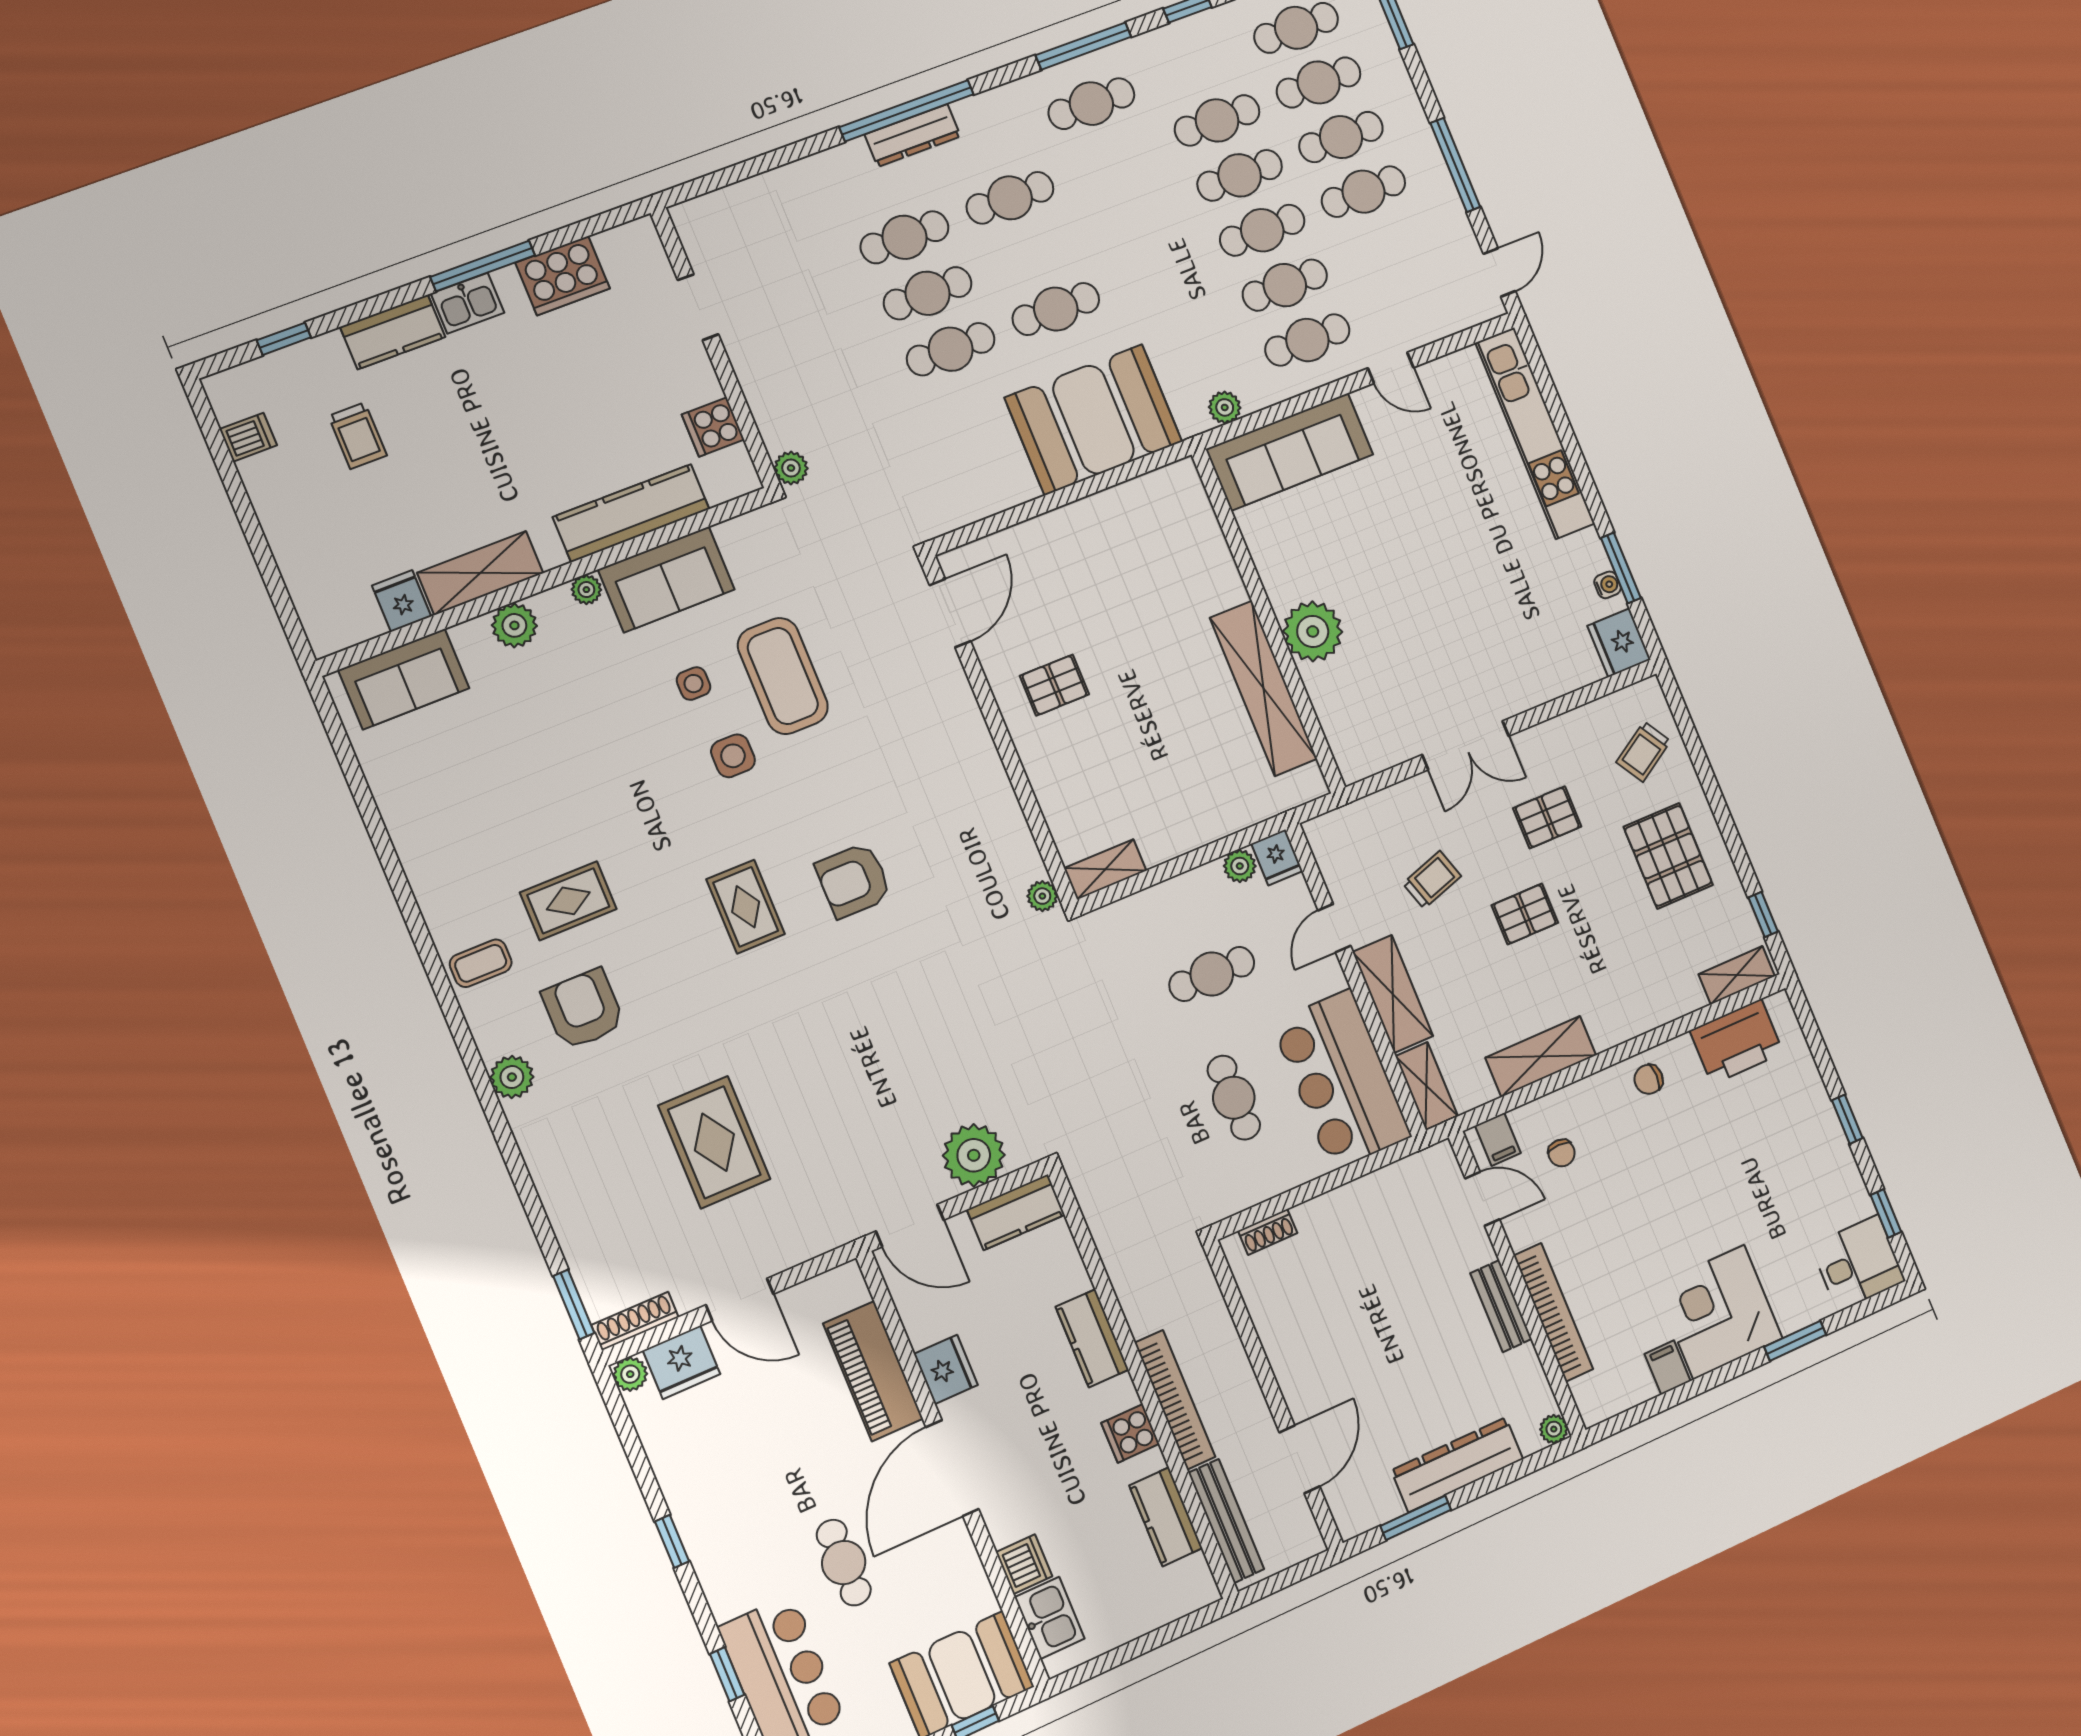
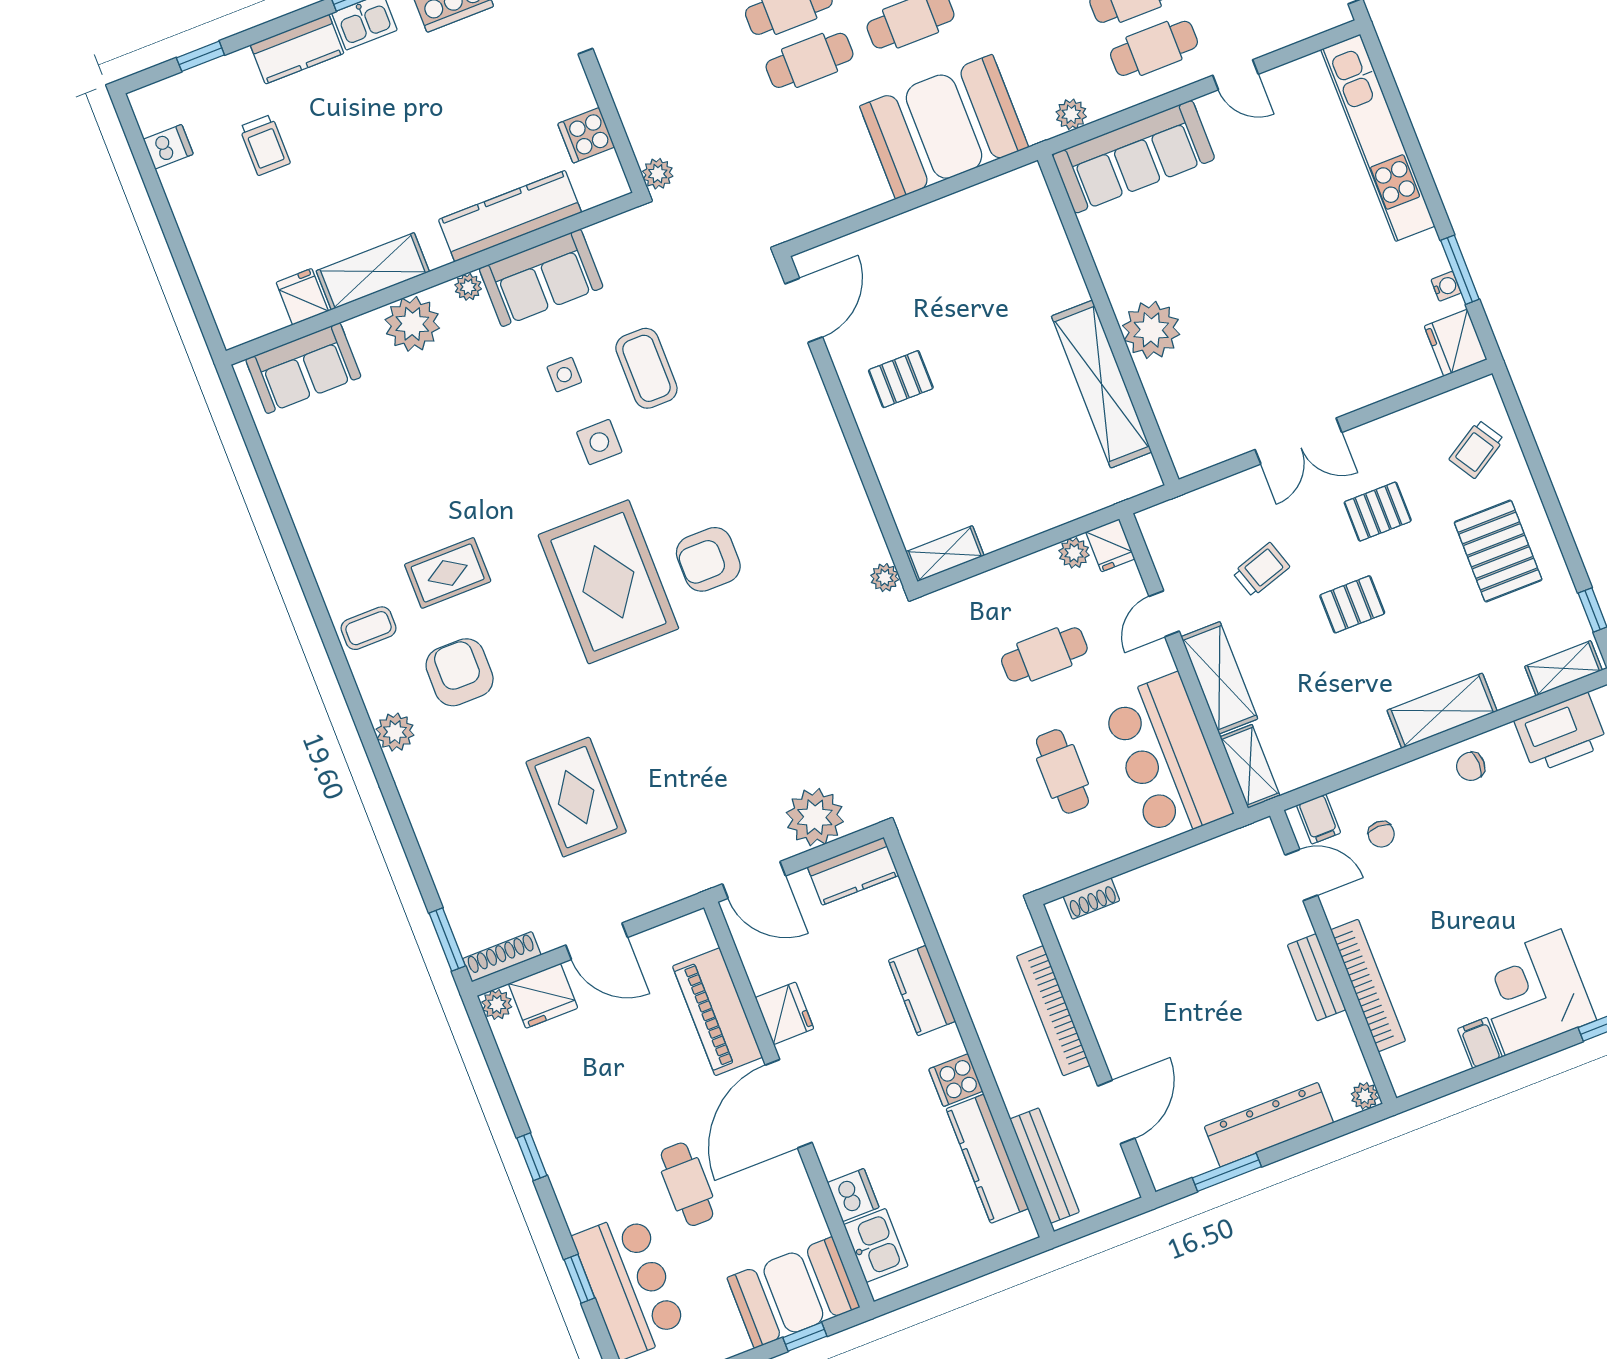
plant: (514, 625) -> (412, 324), width x1.36, depth x1.36
coffee table: (783, 676) -> (646, 368), width x0.73, depth x0.76
rug: (746, 907) -> (608, 582), width x1.86, depth x2.06
shelving: (1541, 1056) -> (1442, 711), moved
bookcase: (1175, 1400) -> (1053, 1011), moved, turned 180
kitchen counter: (1166, 1517) -> (987, 1159), width x1.50

